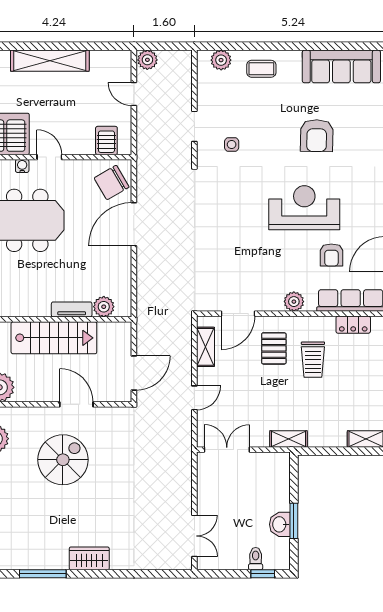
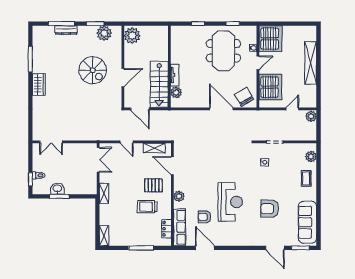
server rack: (106, 141) -> (270, 87), width x2.18, depth x1.44
stairs: (54, 338) -> (159, 84), moved

